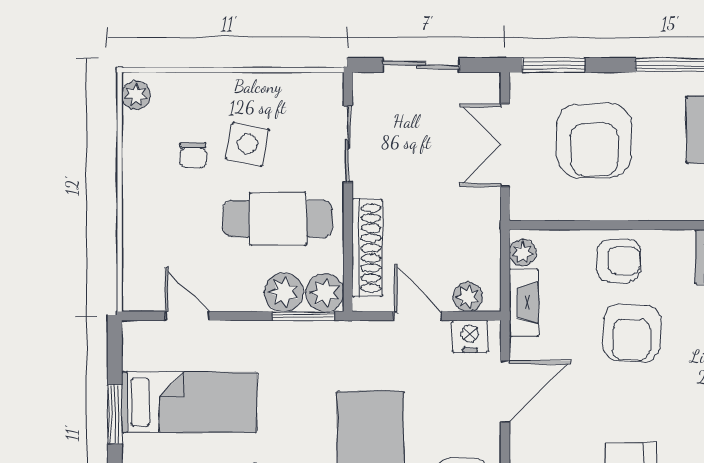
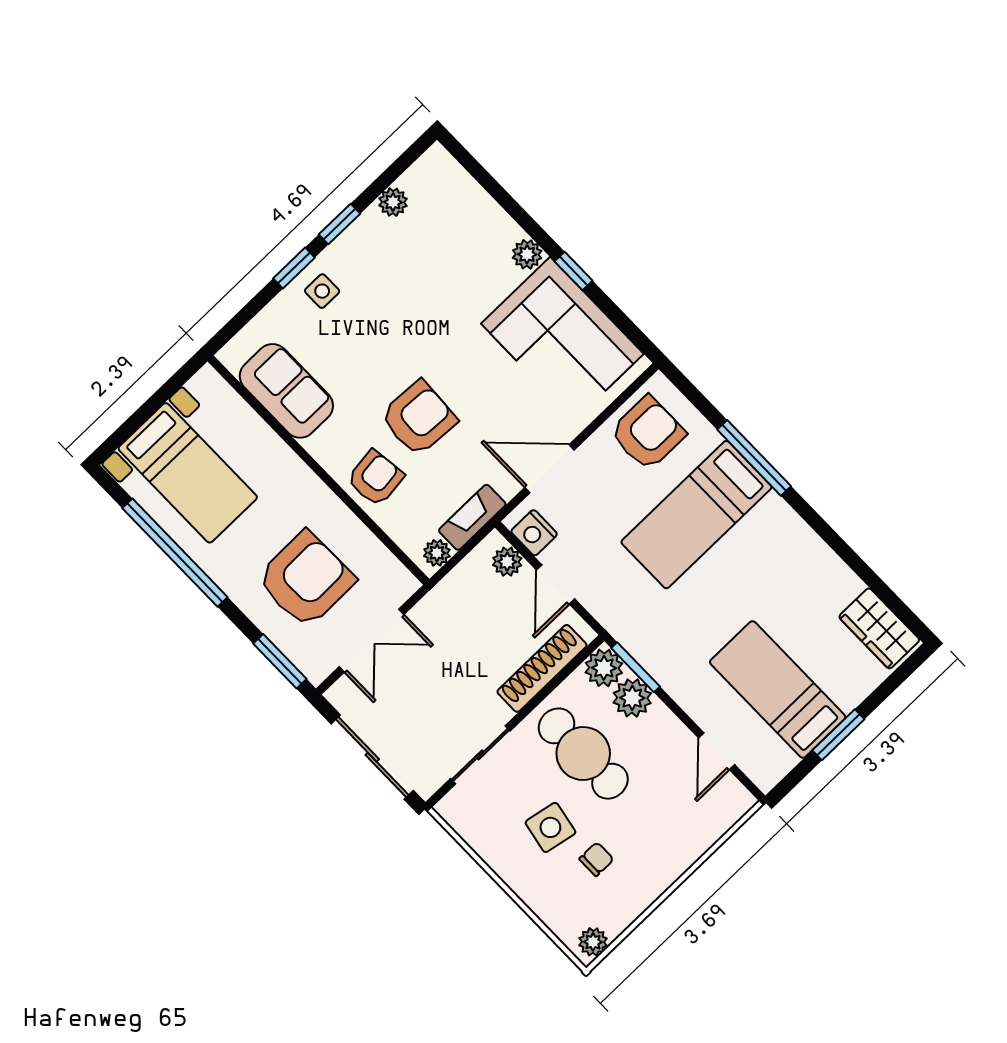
sliding door: (421, 65) -> (372, 757), width x1.37
armchair: (619, 260) -> (375, 478), turned 83

